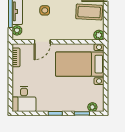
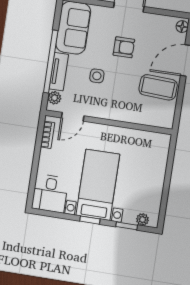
plant: (99, 35) -> (167, 121), removed
door: (42, 42) -> (73, 117), moved
bed with nightstands: (80, 64) -> (98, 185), moved, turned 90

